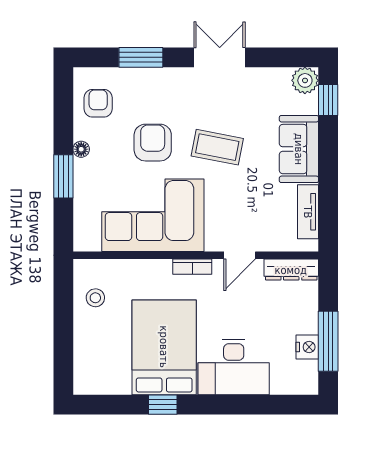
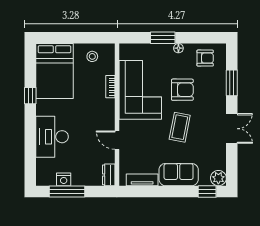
bookcase: (192, 267) -> (110, 87), moved
dresser: (291, 270) -> (109, 175), width x0.70
bed: (164, 347) -> (54, 71), moved, turned 90

